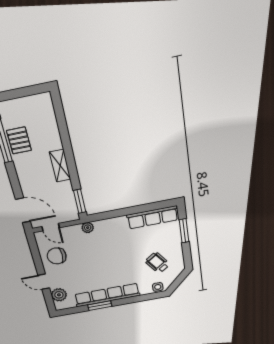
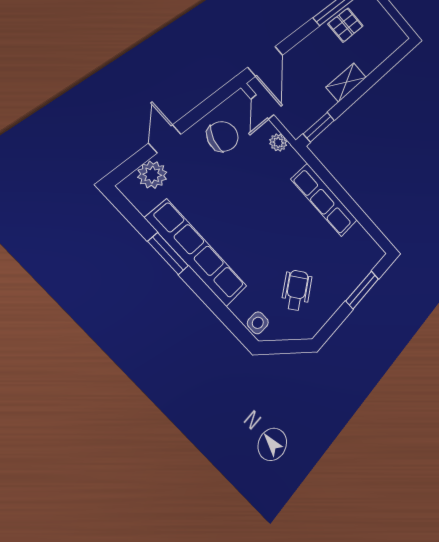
row of seats: (153, 217) -> (324, 200), moved
plant: (88, 228) -> (278, 143), moved
chair: (57, 256) -> (223, 136), turned 107

